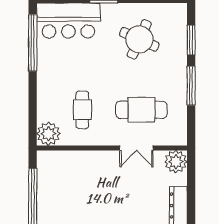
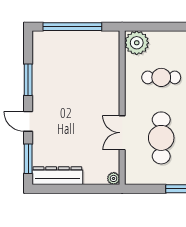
plant: (176, 162) -> (114, 178), width x0.53, depth x0.53

